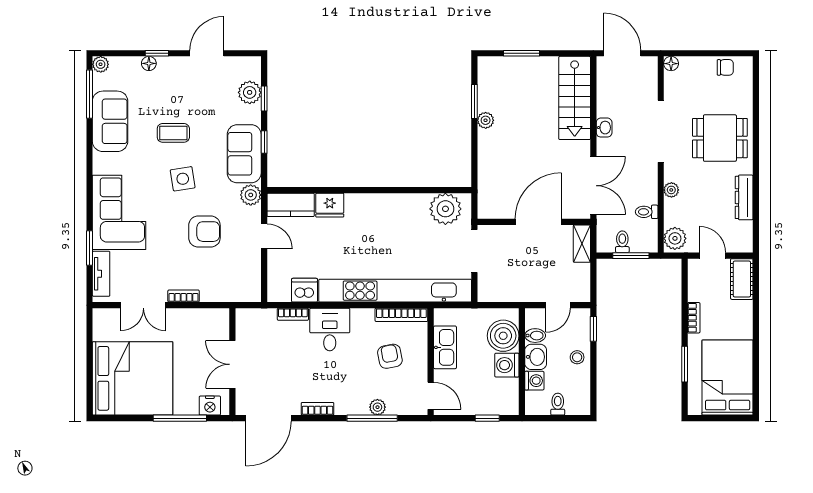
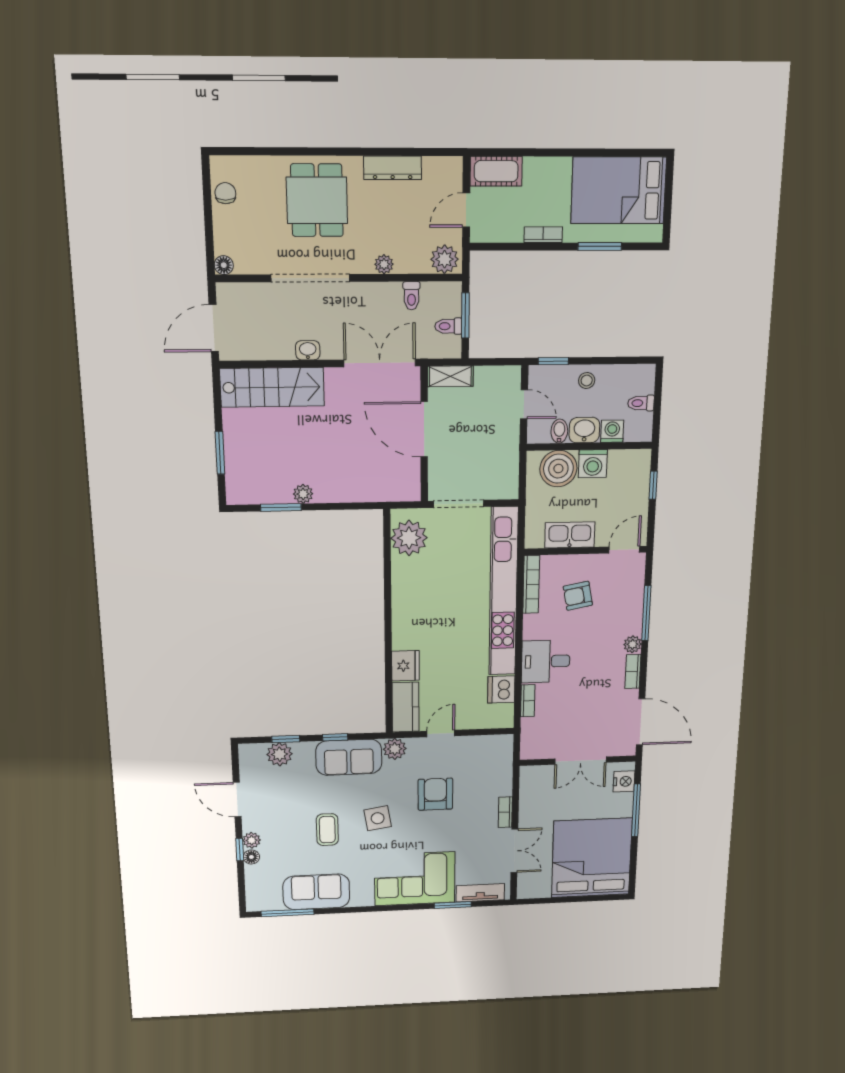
plant: (101, 64) -> (252, 840), moved
plant: (377, 407) -> (633, 644), moved

